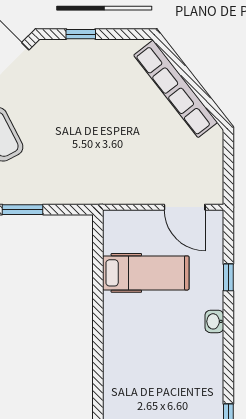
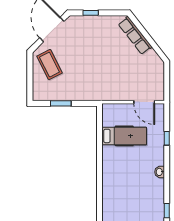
row of seats: (176, 89) -> (135, 35), width x0.73
washbasin: (214, 321) -> (160, 172), moved

